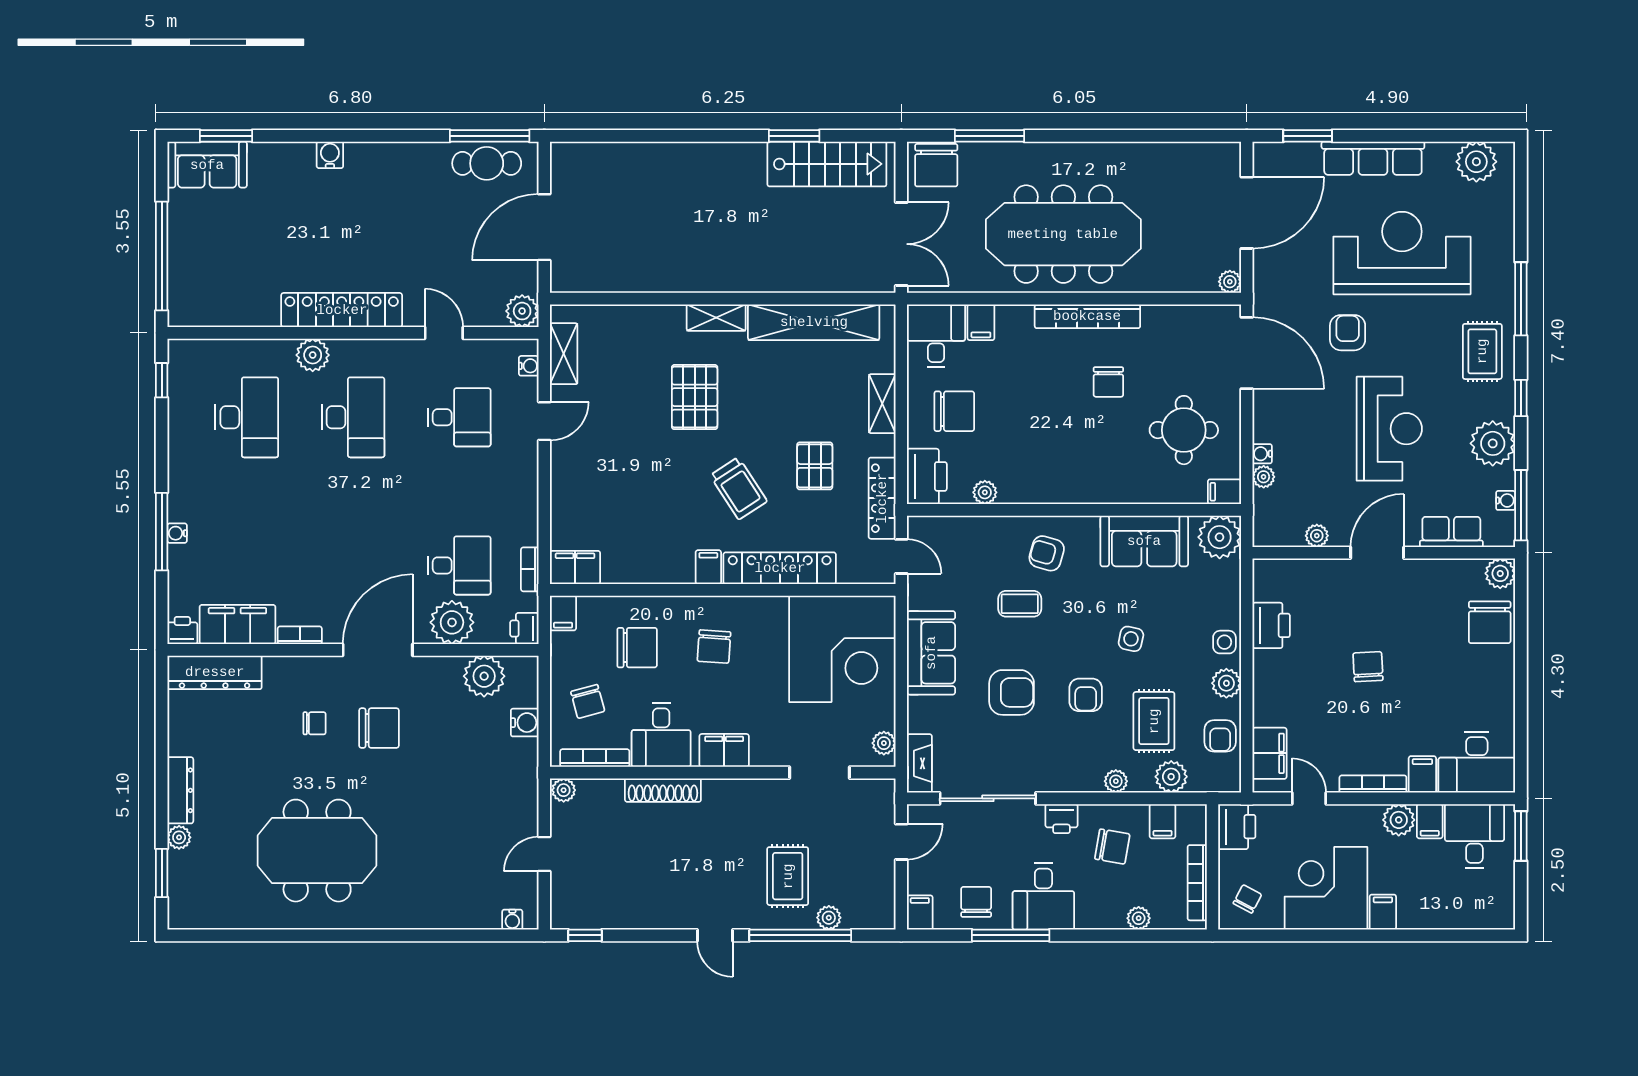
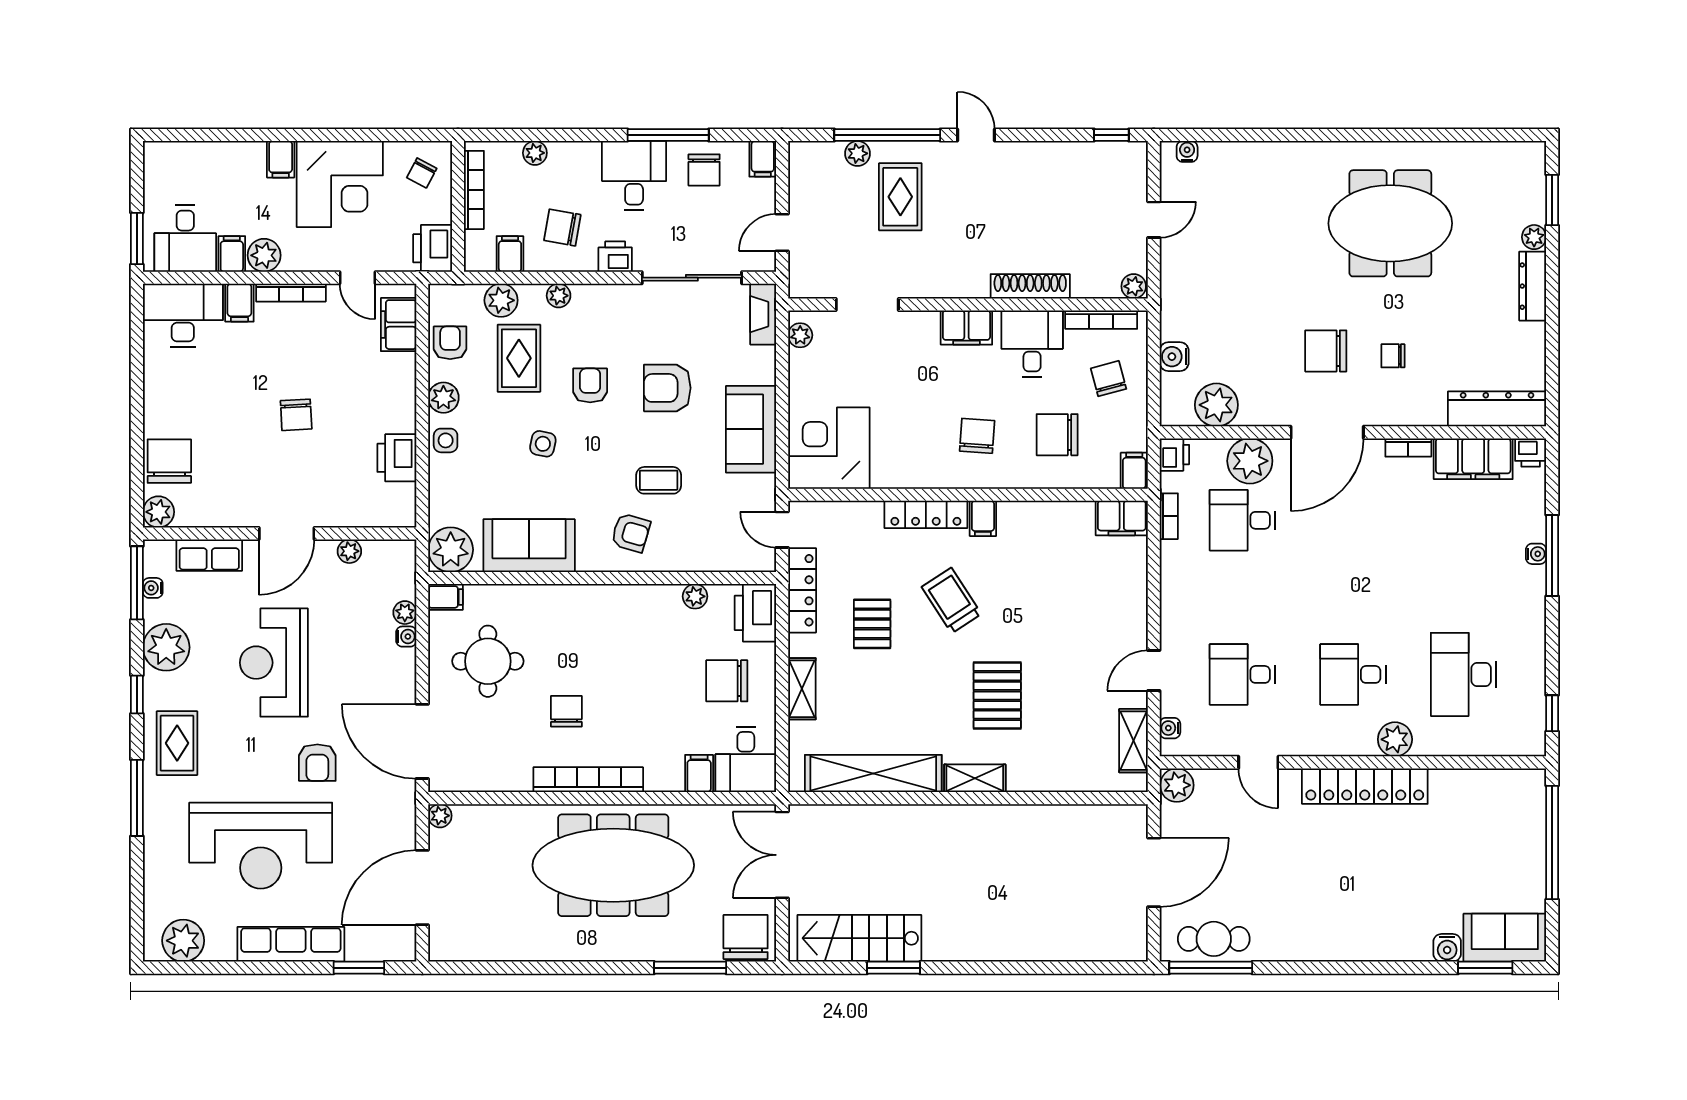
water cooler: (330, 155) -> (1447, 948), moved
desk: (353, 417) -> (1353, 674), width x0.73
locker: (780, 568) -> (926, 514), width x0.71, depth x0.83
corner desk: (842, 649) -> (829, 448), width x0.74, depth x0.74

